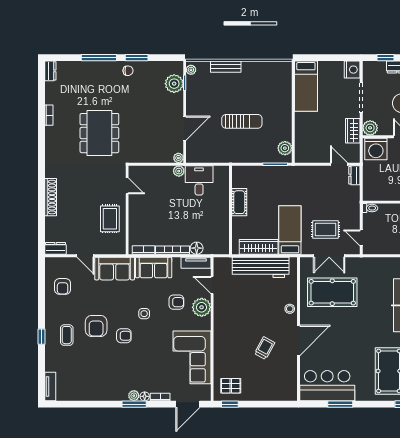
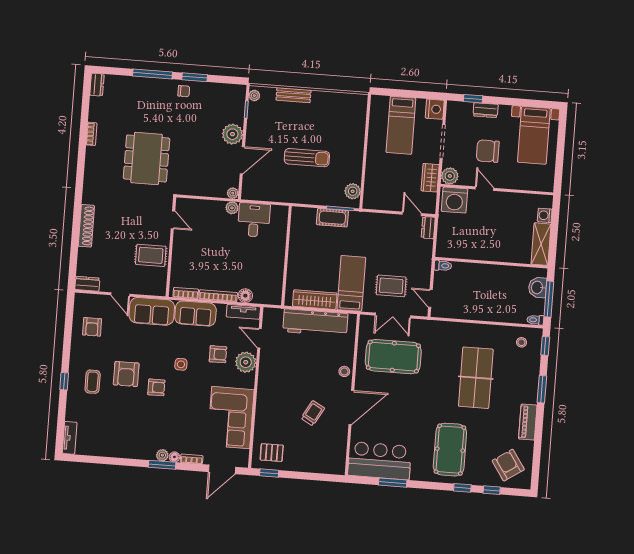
plant: (174, 84) -> (232, 134), moved
bed: (306, 86) -> (401, 125), moved
cot: (239, 202) -> (332, 218), moved, turned 90
rug: (110, 219) -> (151, 255), turned 90

